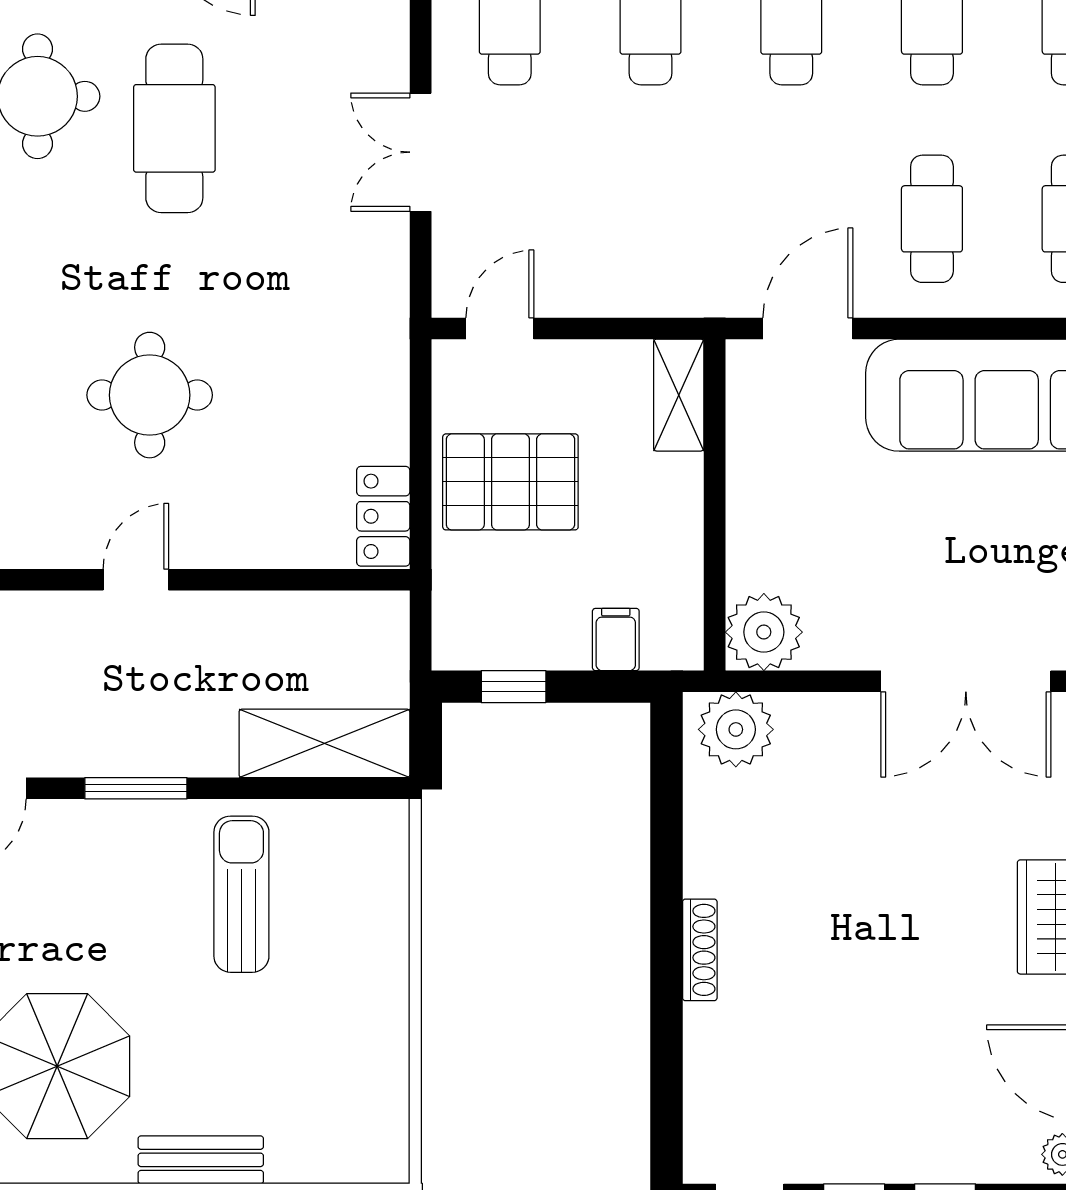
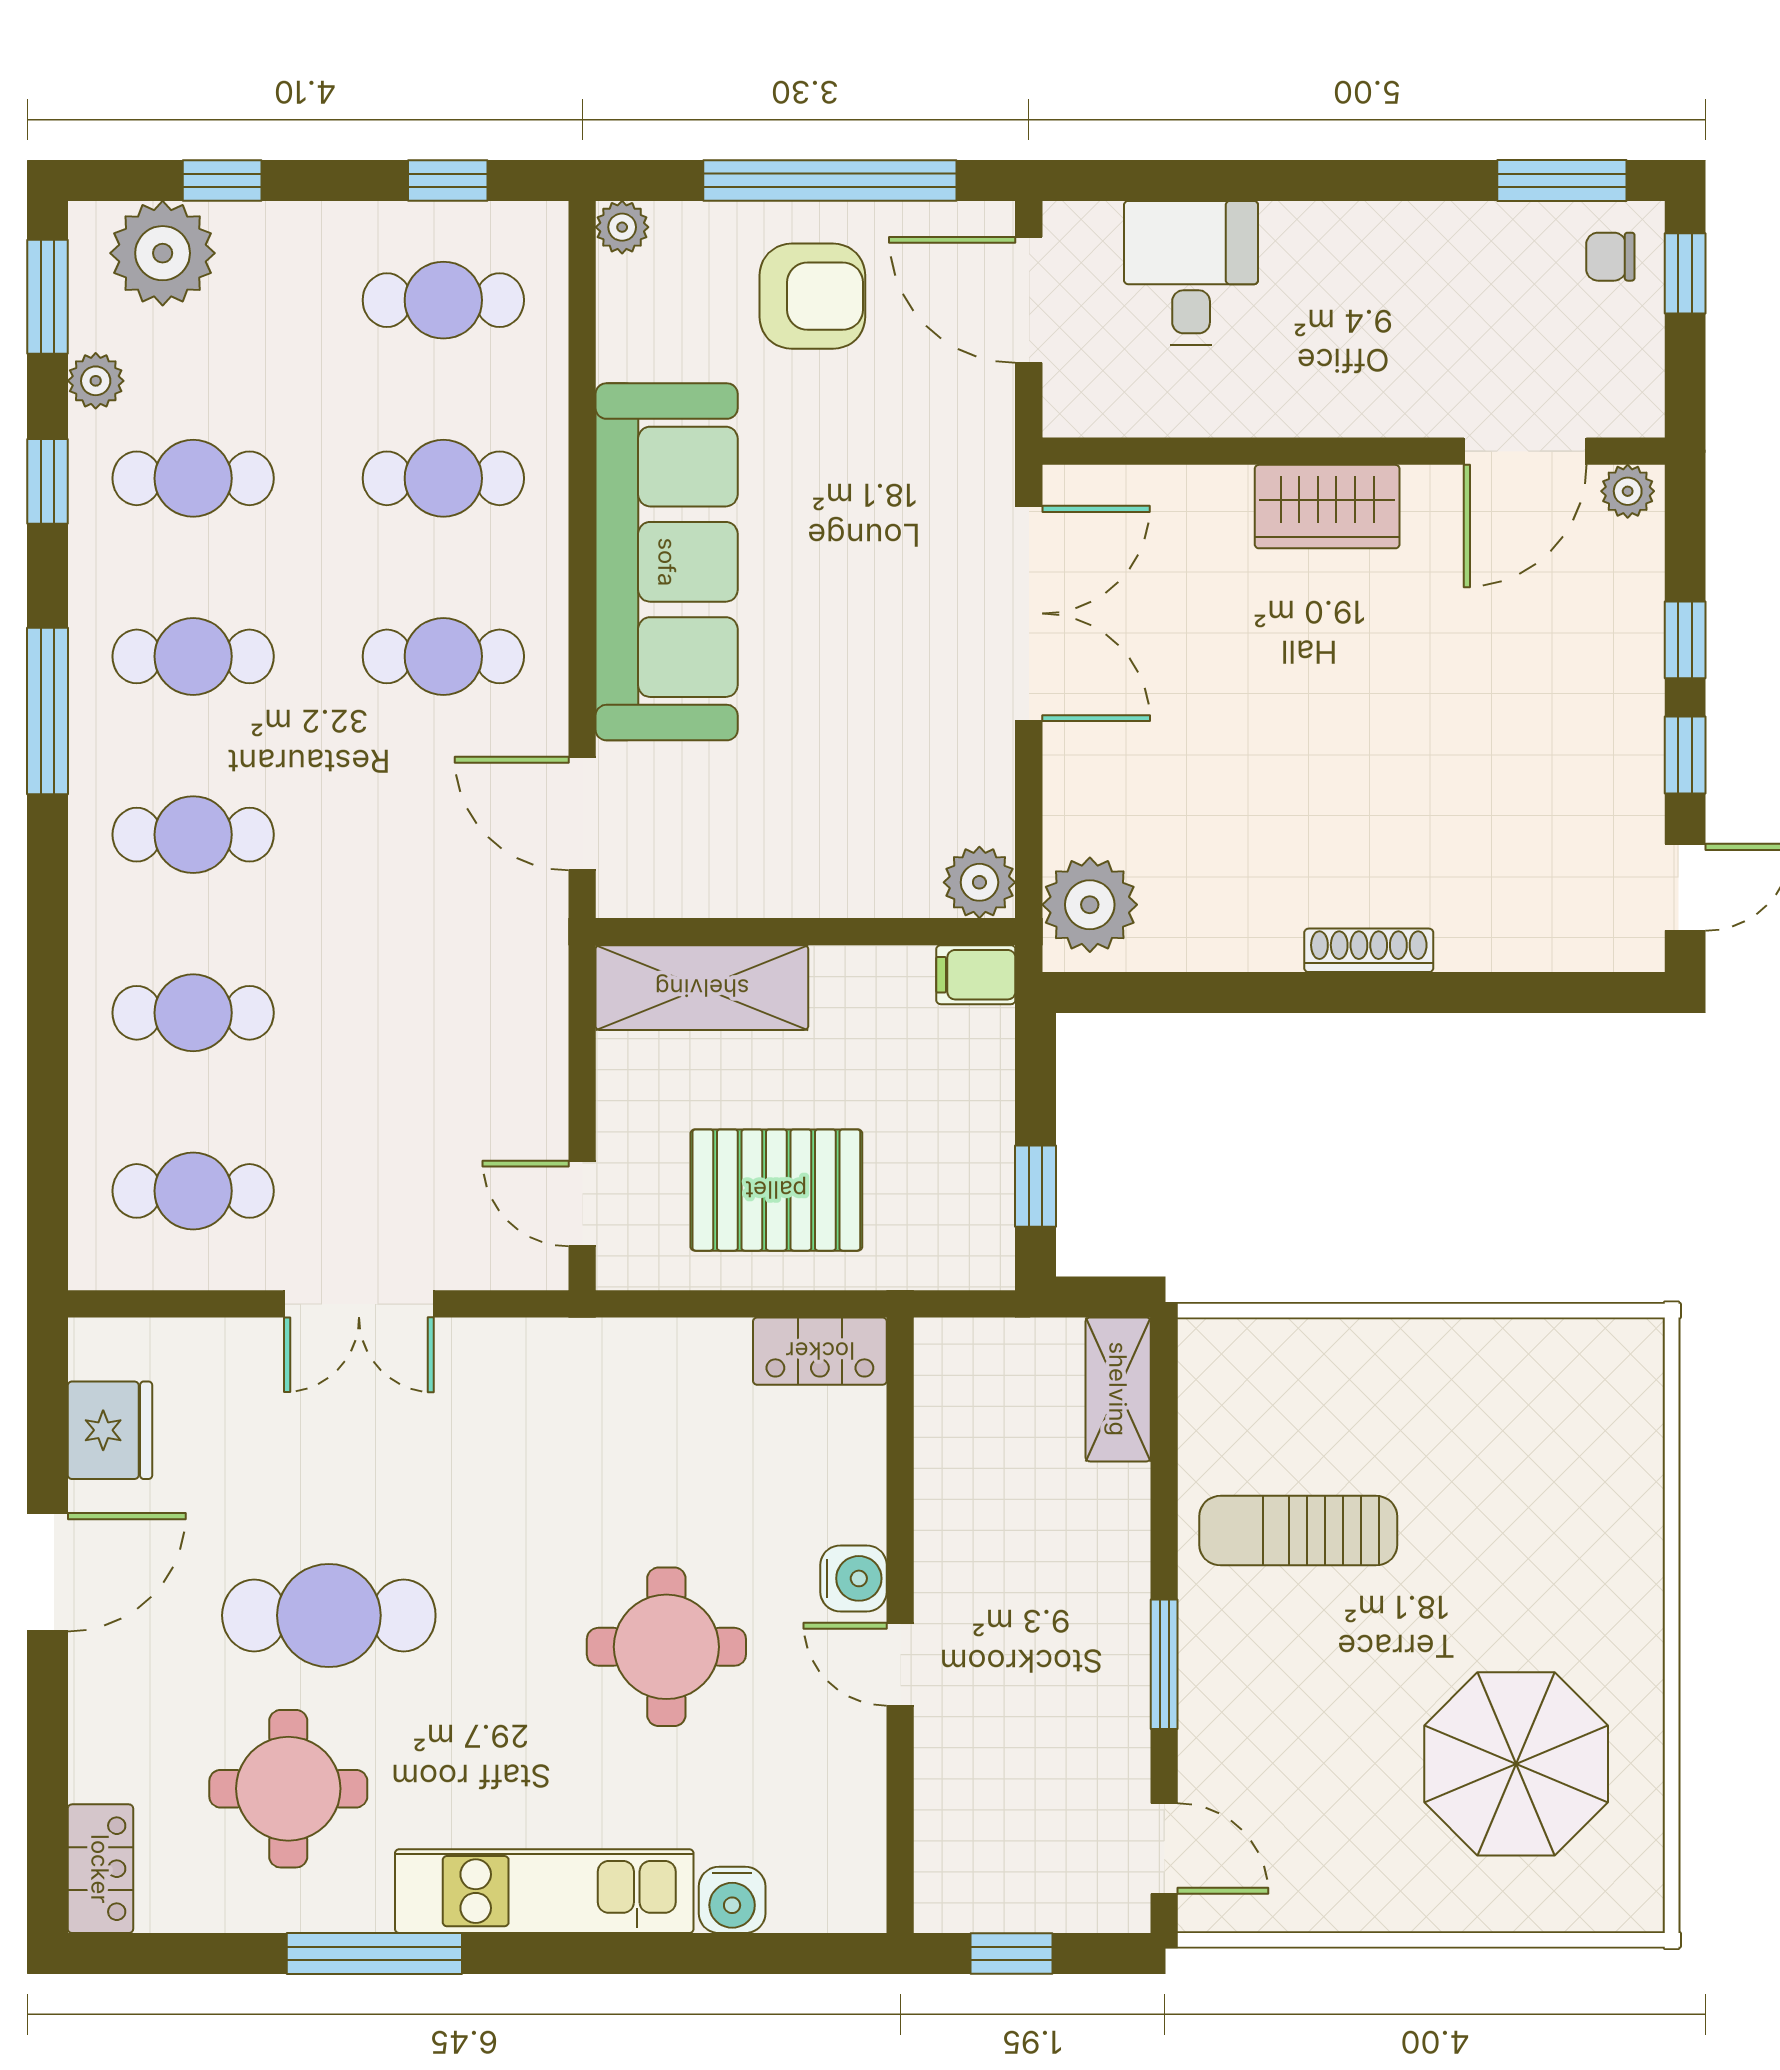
shelving: (679, 395) -> (702, 988), width x1.50, depth x1.33
pallet: (510, 482) -> (776, 1190), turned 90
water cooler: (204, 543) -> (854, 1578), added
plant: (764, 632) -> (979, 882), width x0.73, depth x0.73
filing cabinet: (616, 639) -> (976, 975), moved
shelving: (324, 743) -> (1118, 1389), width x0.67, depth x0.75
bench: (201, 1160) -> (1635, 1582), removed

